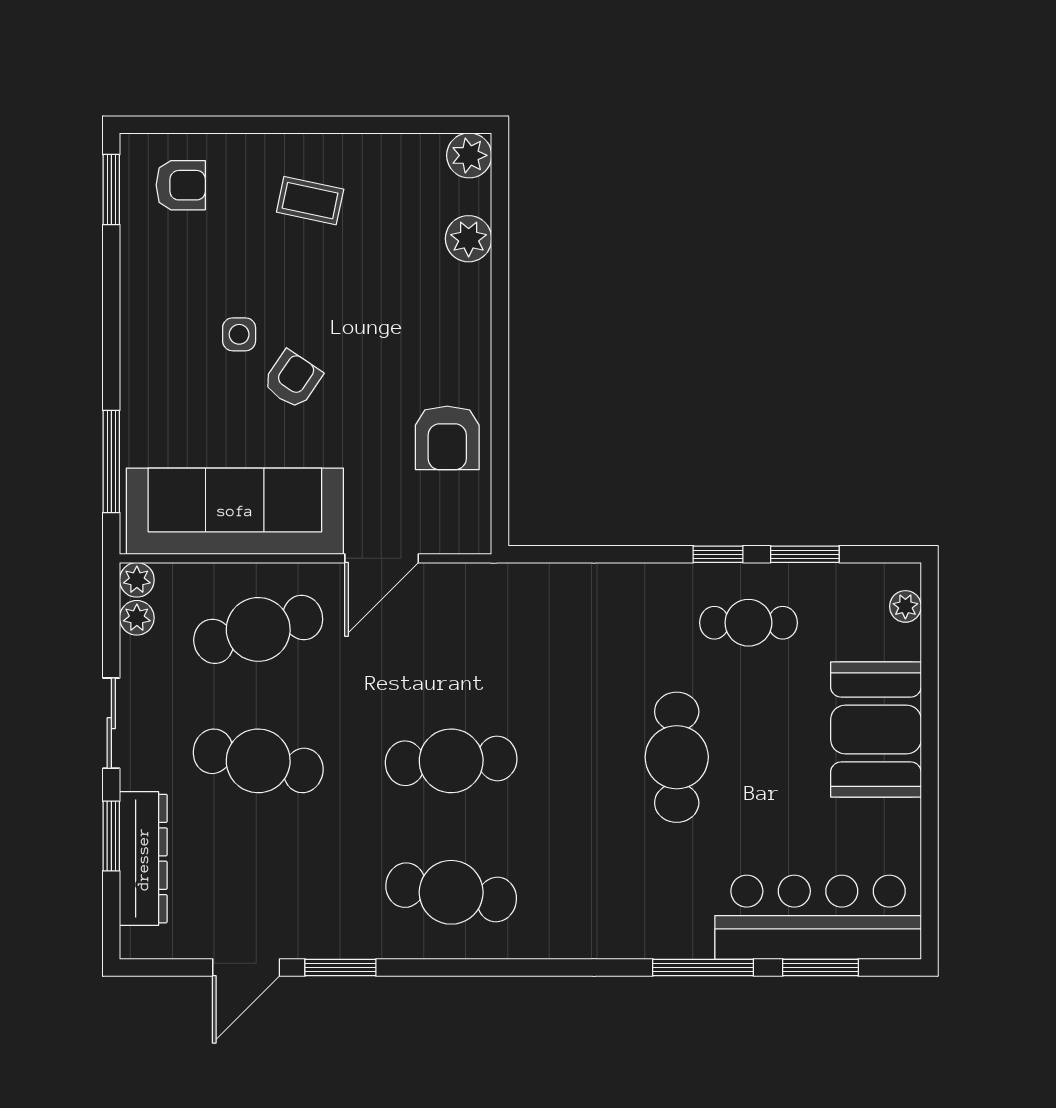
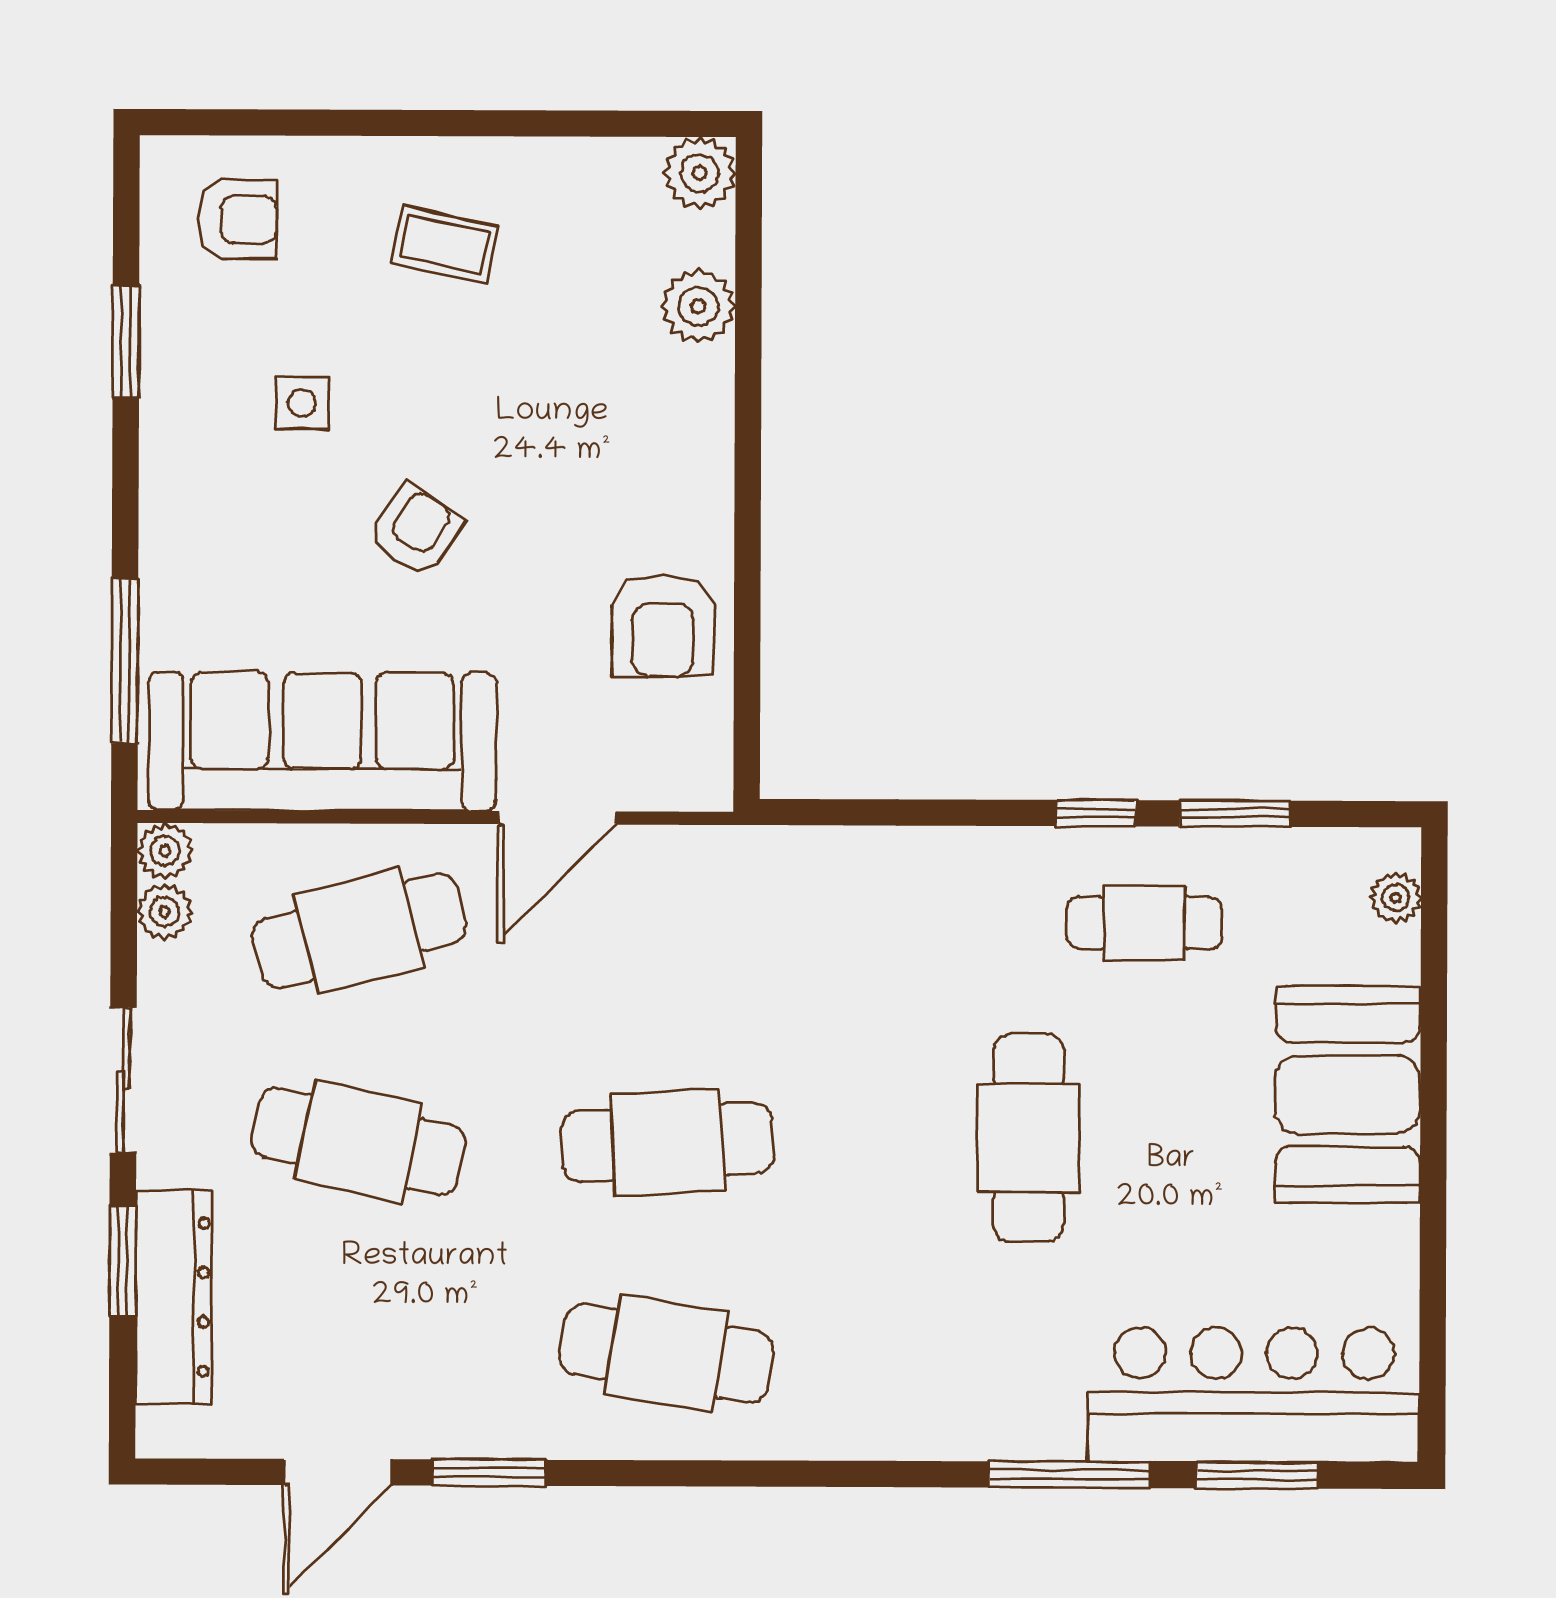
window: (111, 190) -> (126, 342), moved
side table: (239, 334) -> (302, 403), moved

